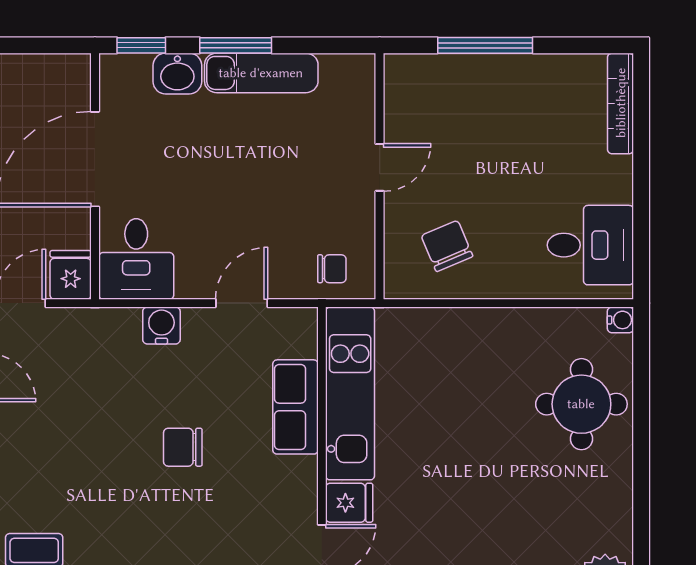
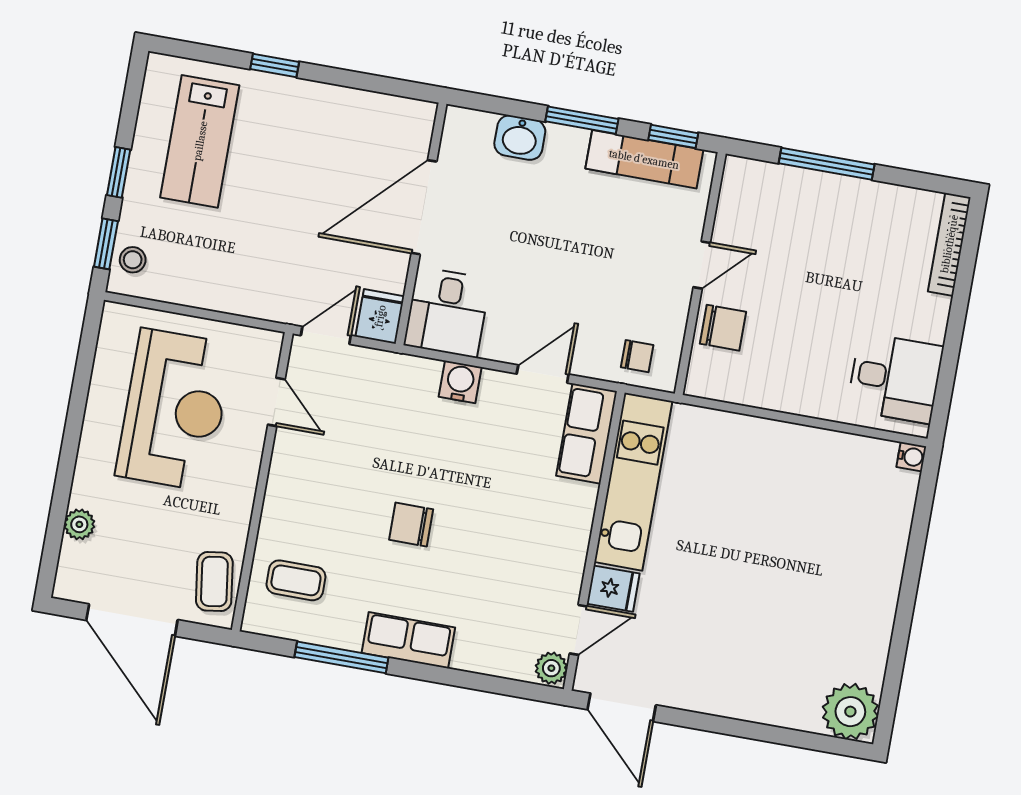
window: (141, 45) -> (673, 136), moved
exam couch: (261, 73) -> (644, 159), moved
chair: (447, 246) -> (723, 328), moved, turned 113
round table: (581, 404) -> (858, 533), removed
row of seats: (295, 407) -> (587, 434), moved
chair: (183, 447) -> (411, 525), moved

